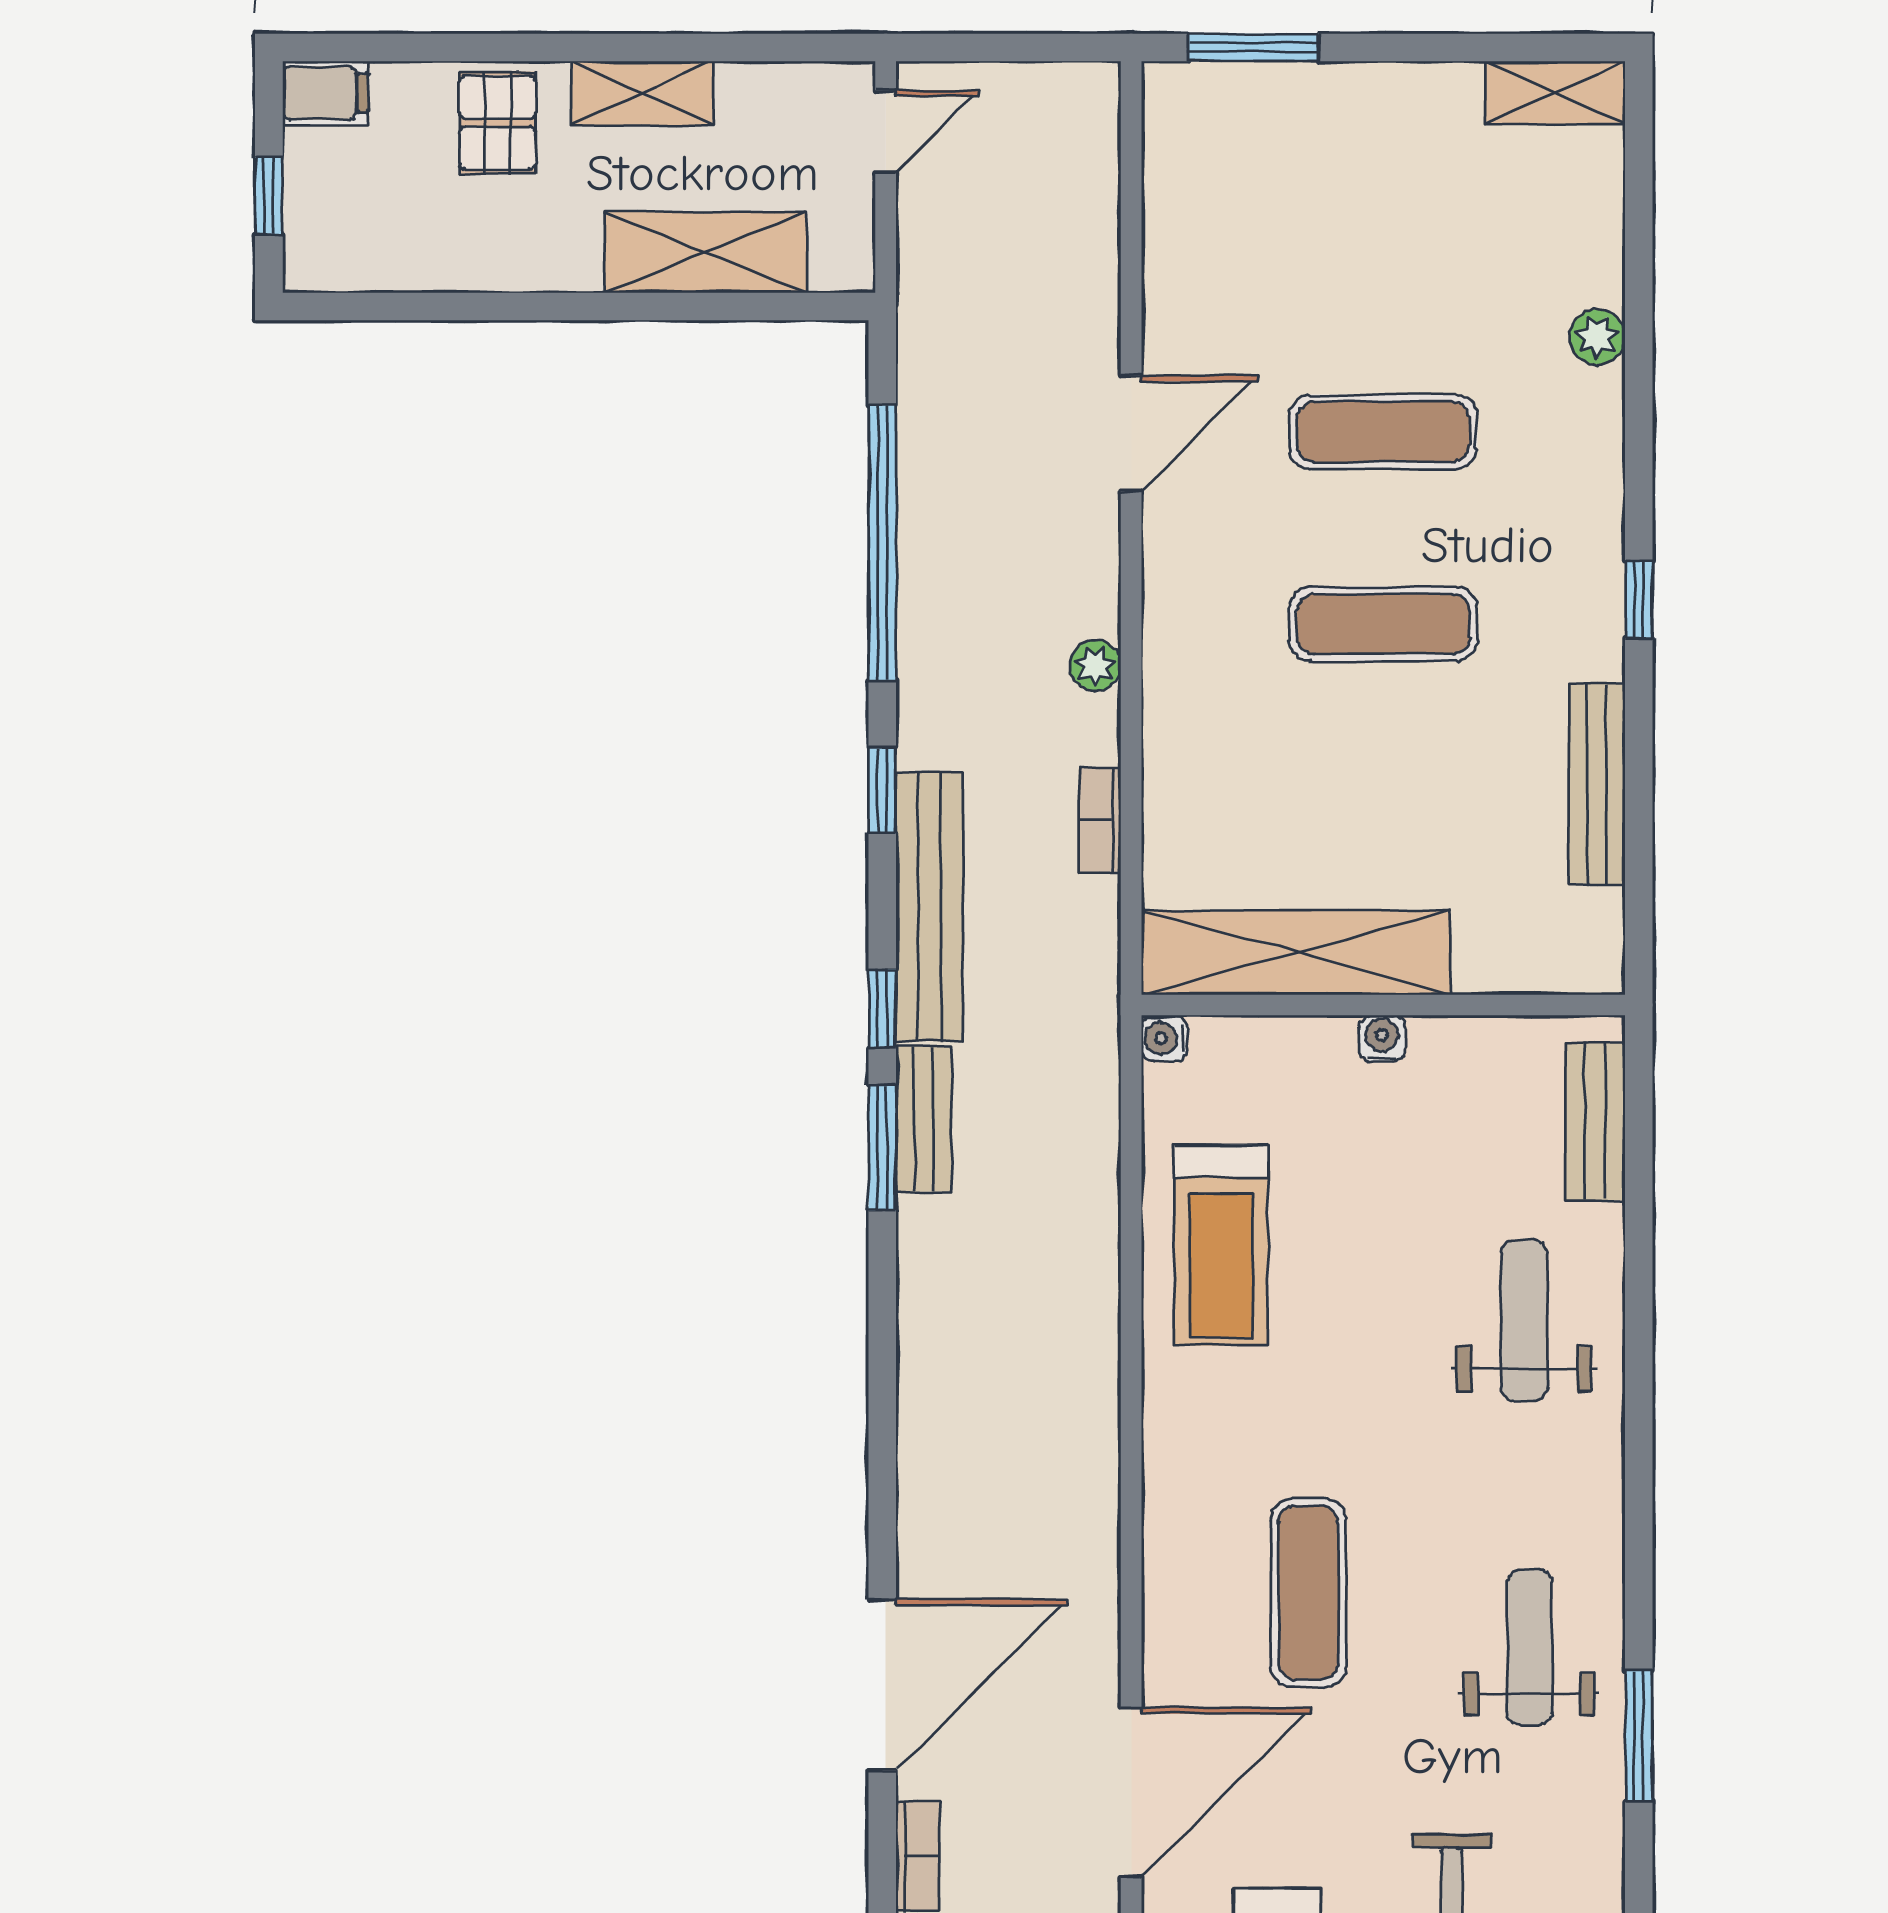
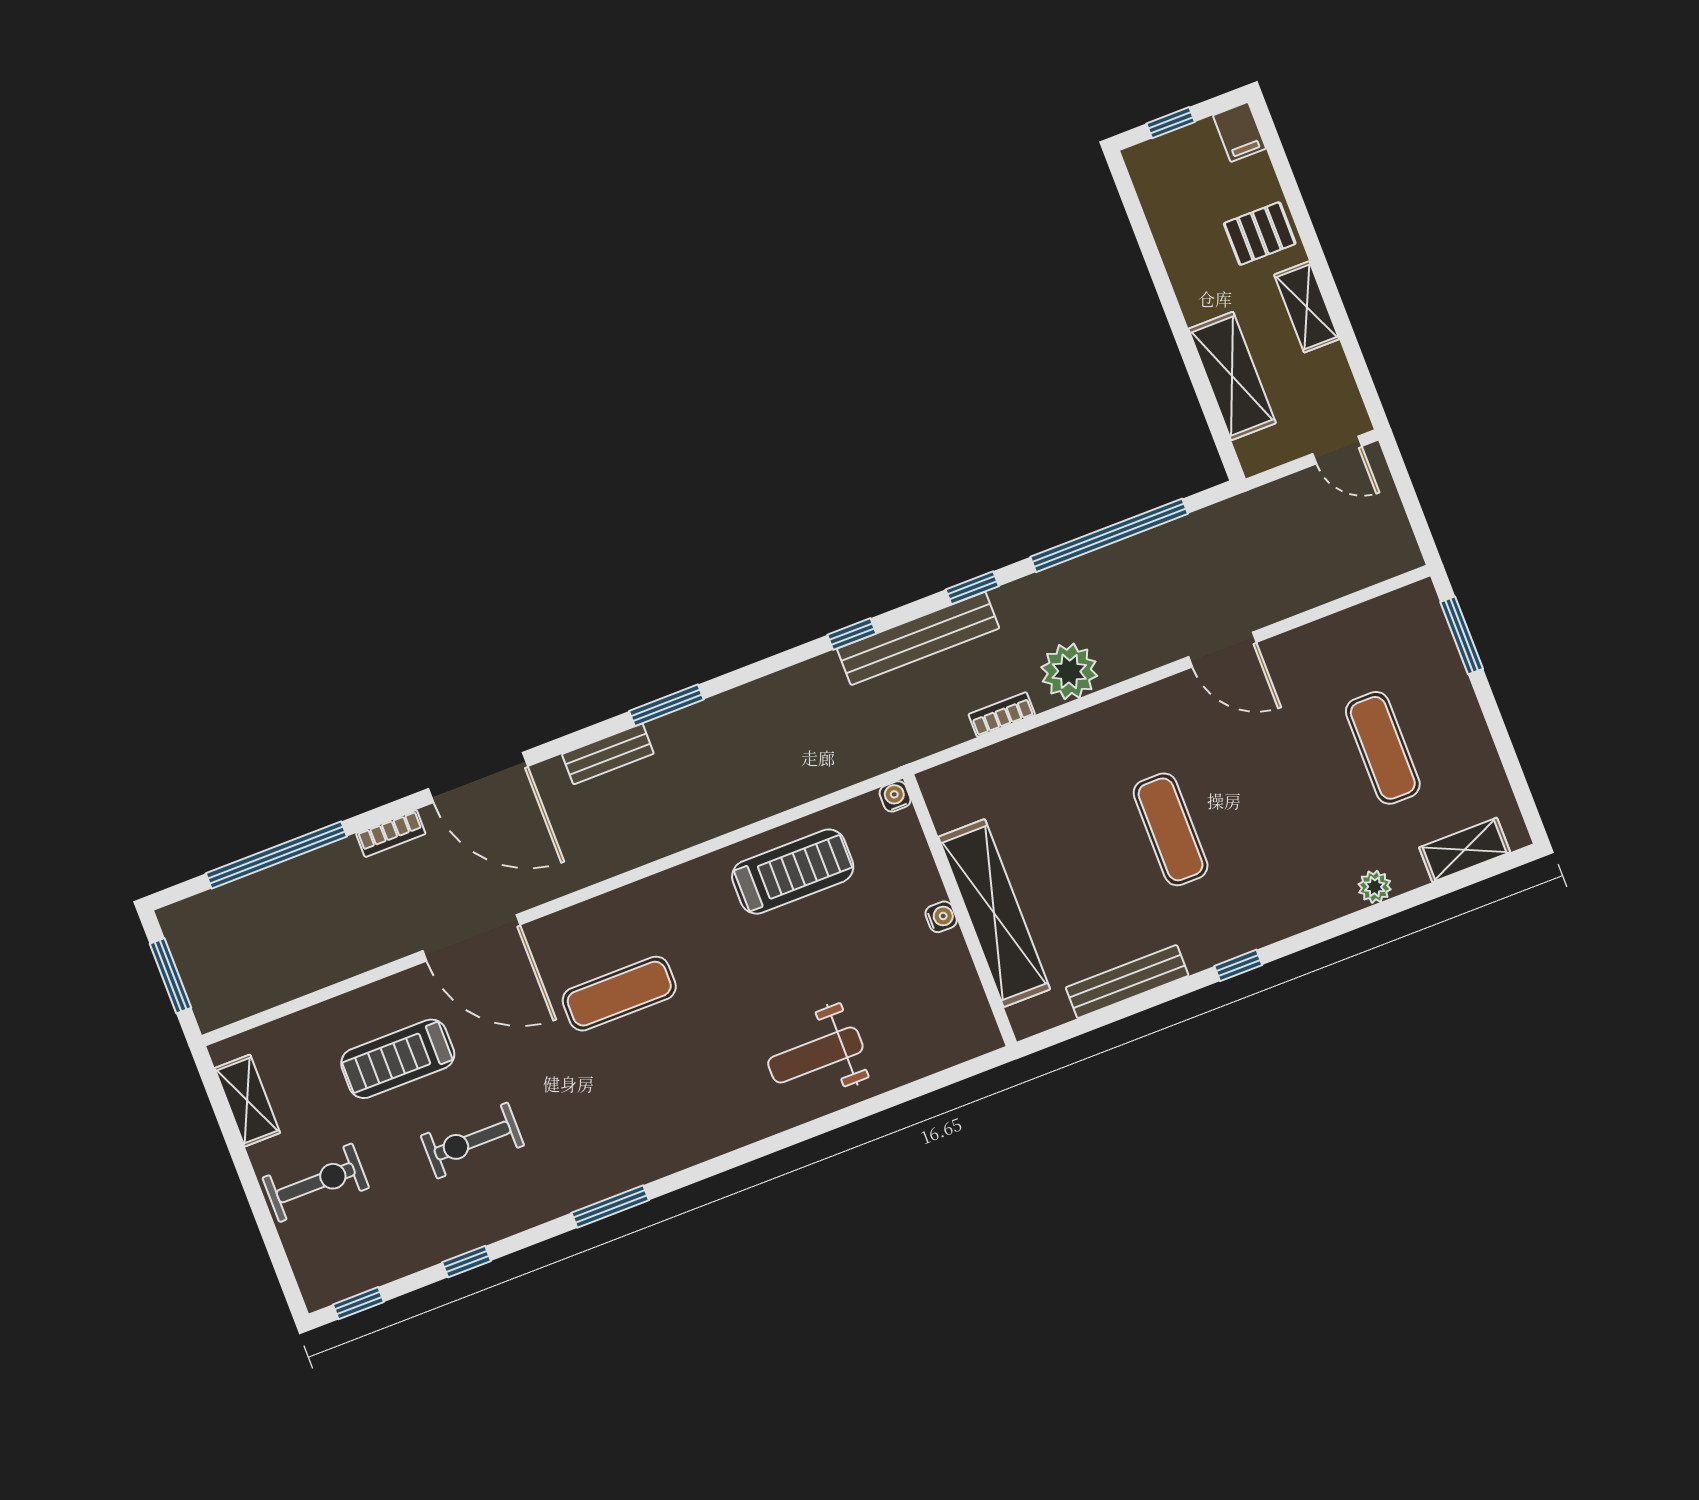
shelving: (1555, 93) -> (1465, 850), moved, turned 90
exercise mat: (1383, 432) -> (1383, 748), moved
plant: (1095, 666) -> (1069, 671), width x1.88, depth x1.88
shelving: (1296, 953) -> (994, 913), moved
bench: (924, 1119) -> (608, 754), moved
bench: (1595, 1121) -> (941, 1052), removed
window: (882, 1148) -> (666, 705), moved
treadmill: (1221, 1245) -> (793, 872), turned 180
weight bench: (1524, 1321) -> (815, 1055), turned 180
weight bench: (1529, 1647) -> (636, 1127), removed

